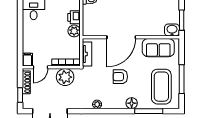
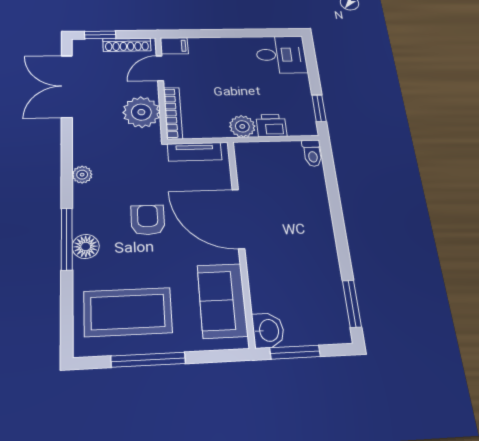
door: (41, 67) -> (160, 68), hinge flipped
window: (149, 111) -> (67, 239), moved

